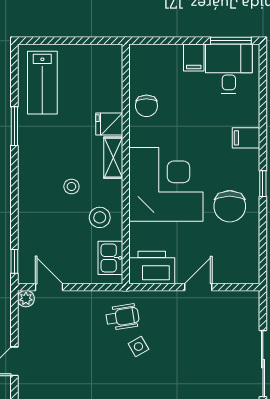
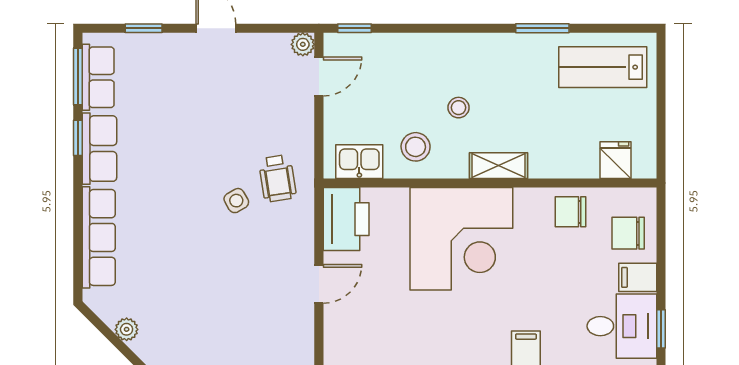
window: (231, 41) -> (661, 329), width x0.67
fridge: (109, 124) -> (616, 160), moved
chair: (230, 206) -> (628, 233), moved, width x0.73, depth x0.73
door: (198, 287) -> (319, 284), hinge flipped

